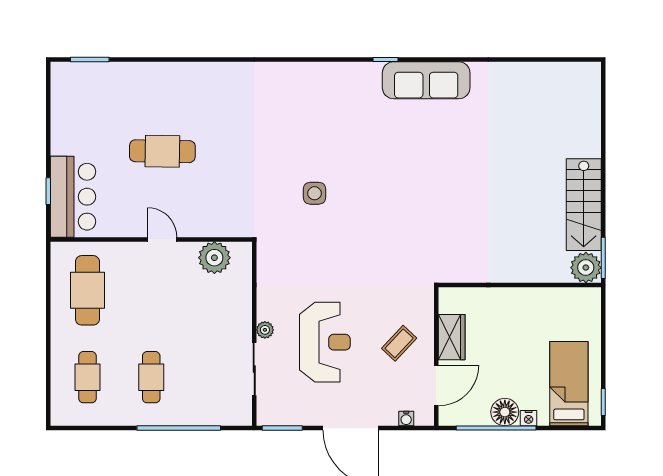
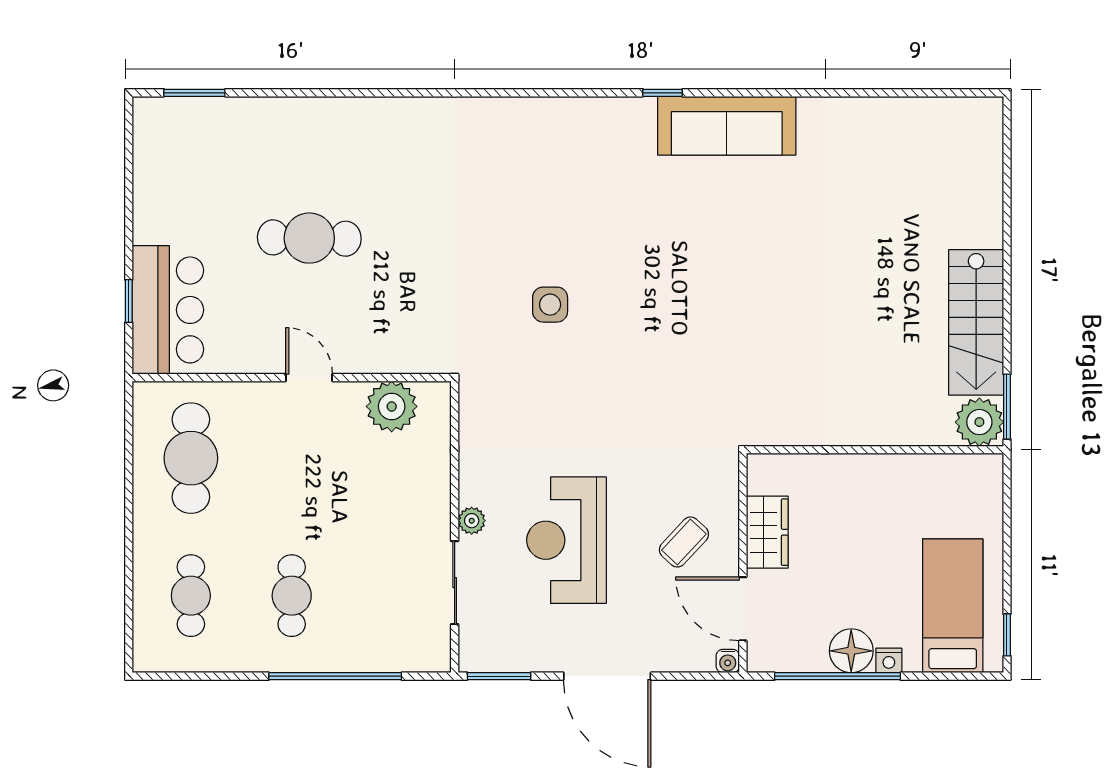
reception desk: (325, 342) -> (566, 540), turned 180
door: (436, 386) -> (743, 609), swing flipped
water cooler: (406, 419) -> (728, 661), moved

